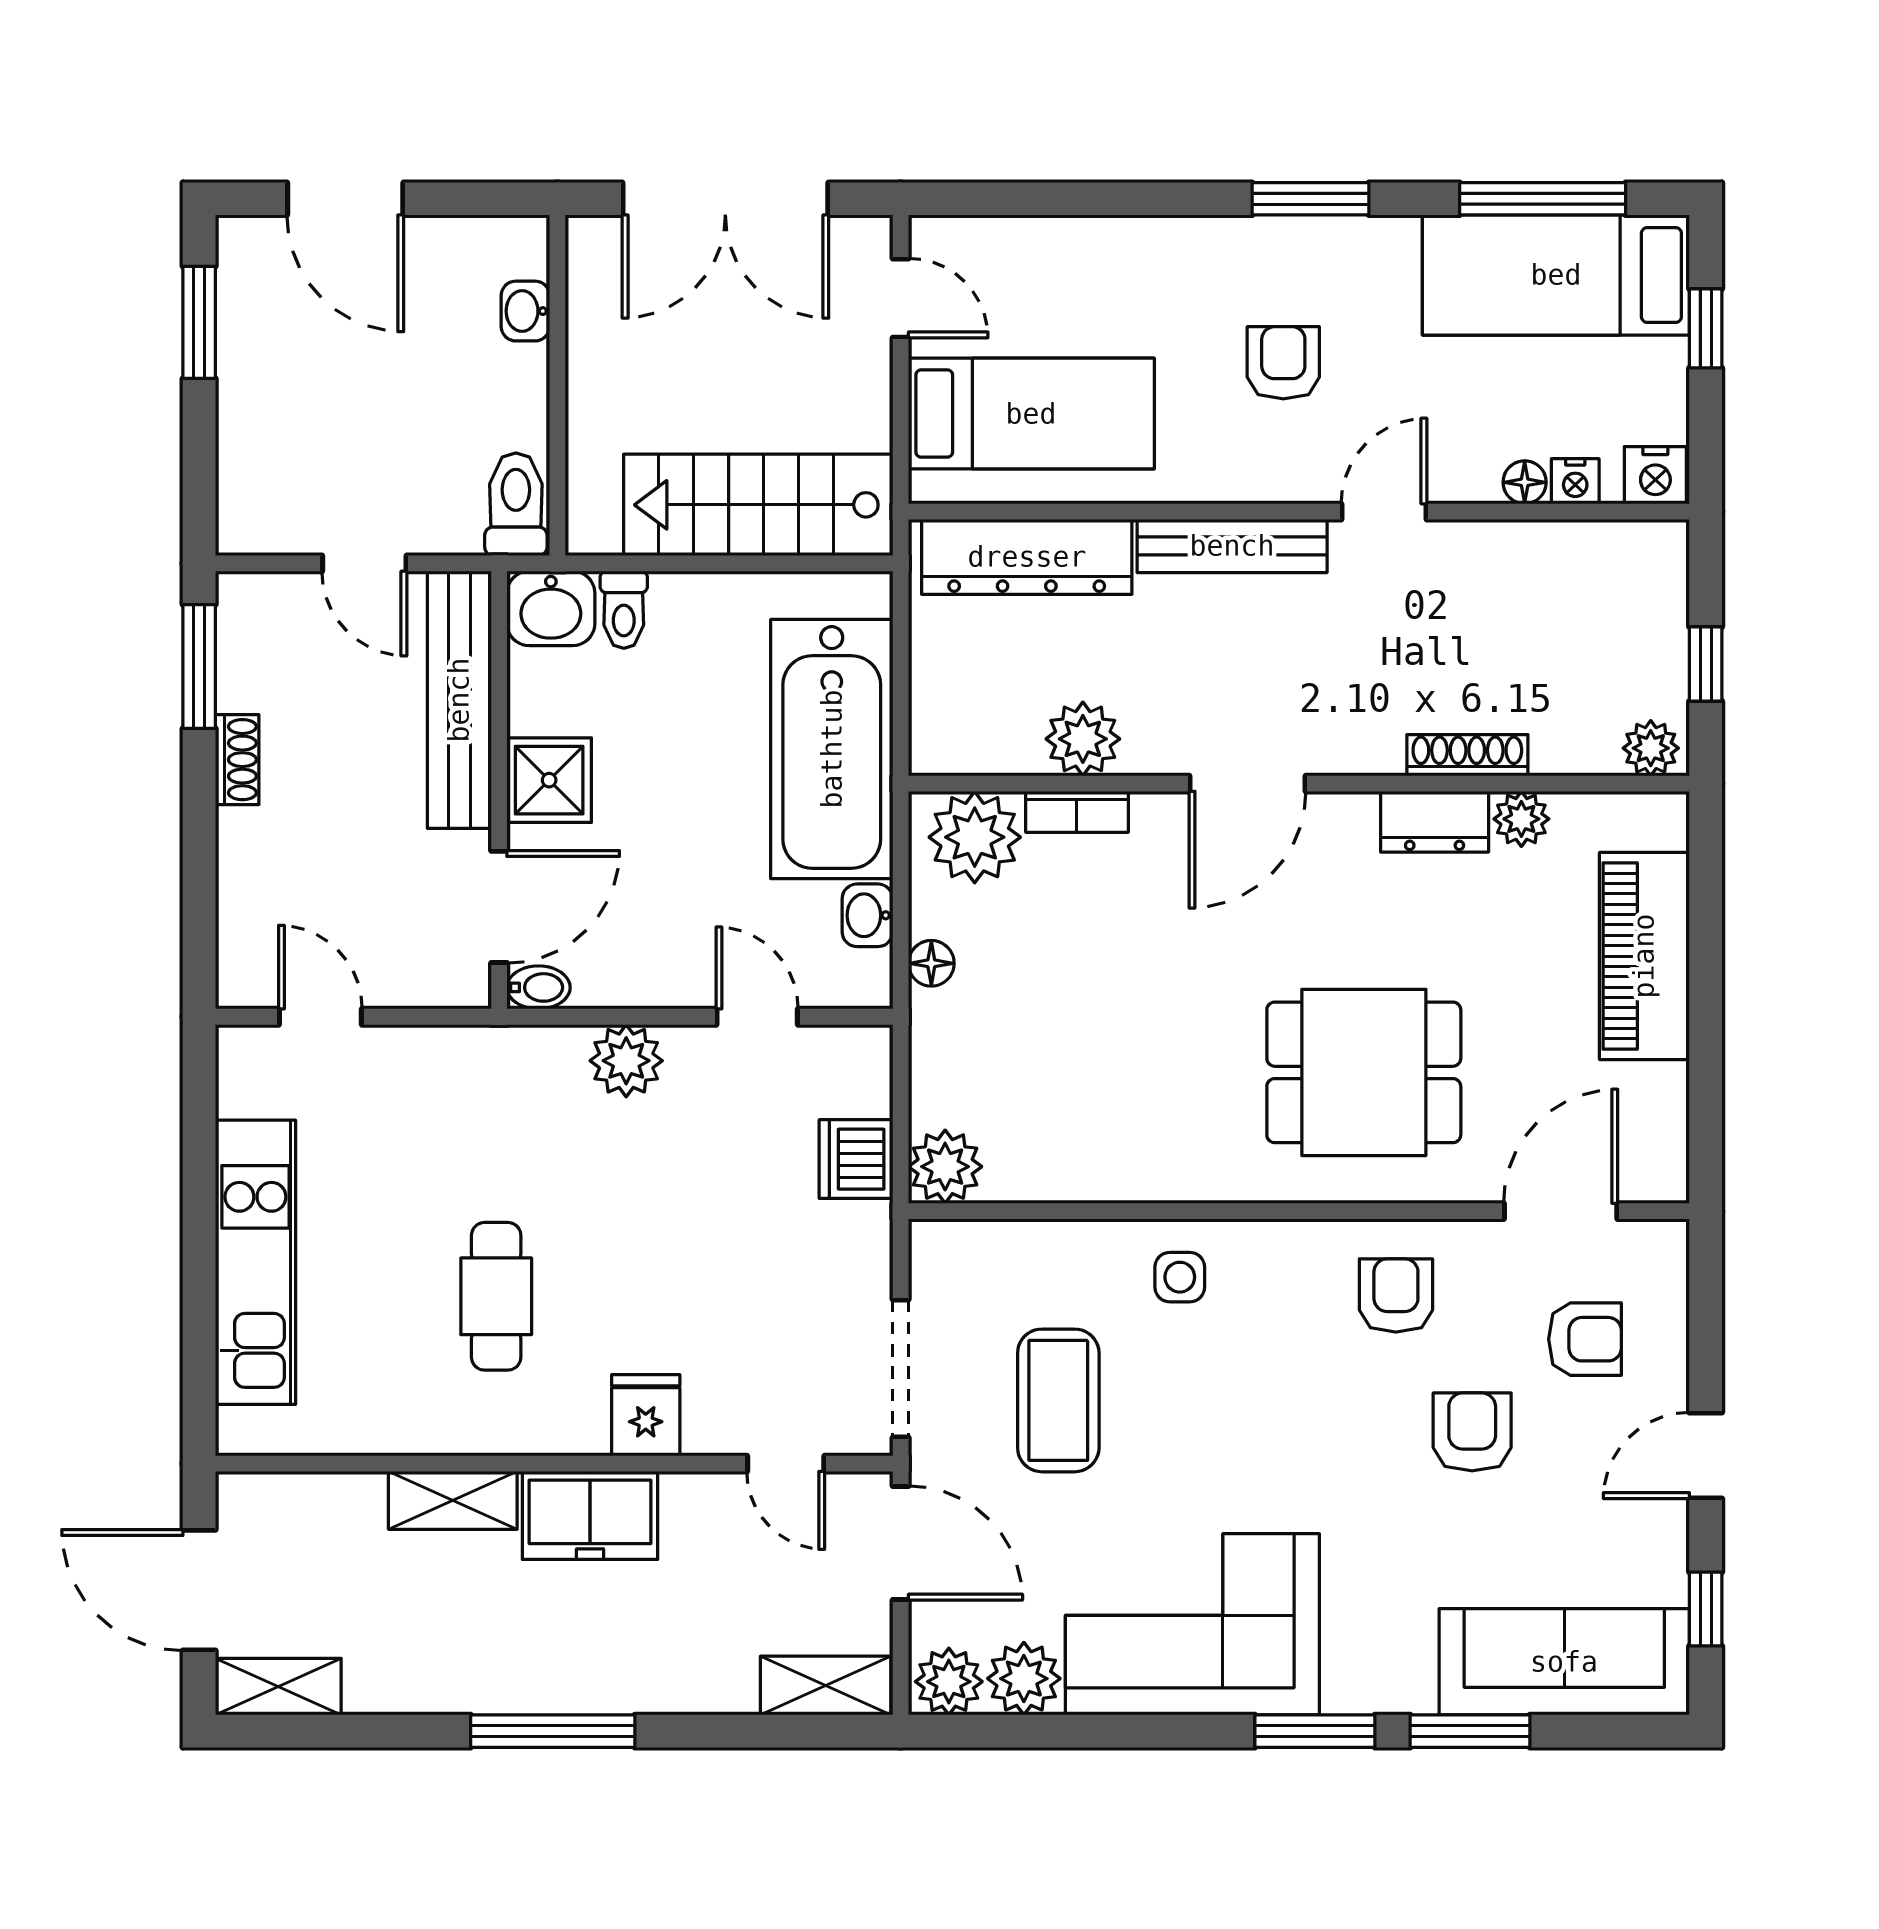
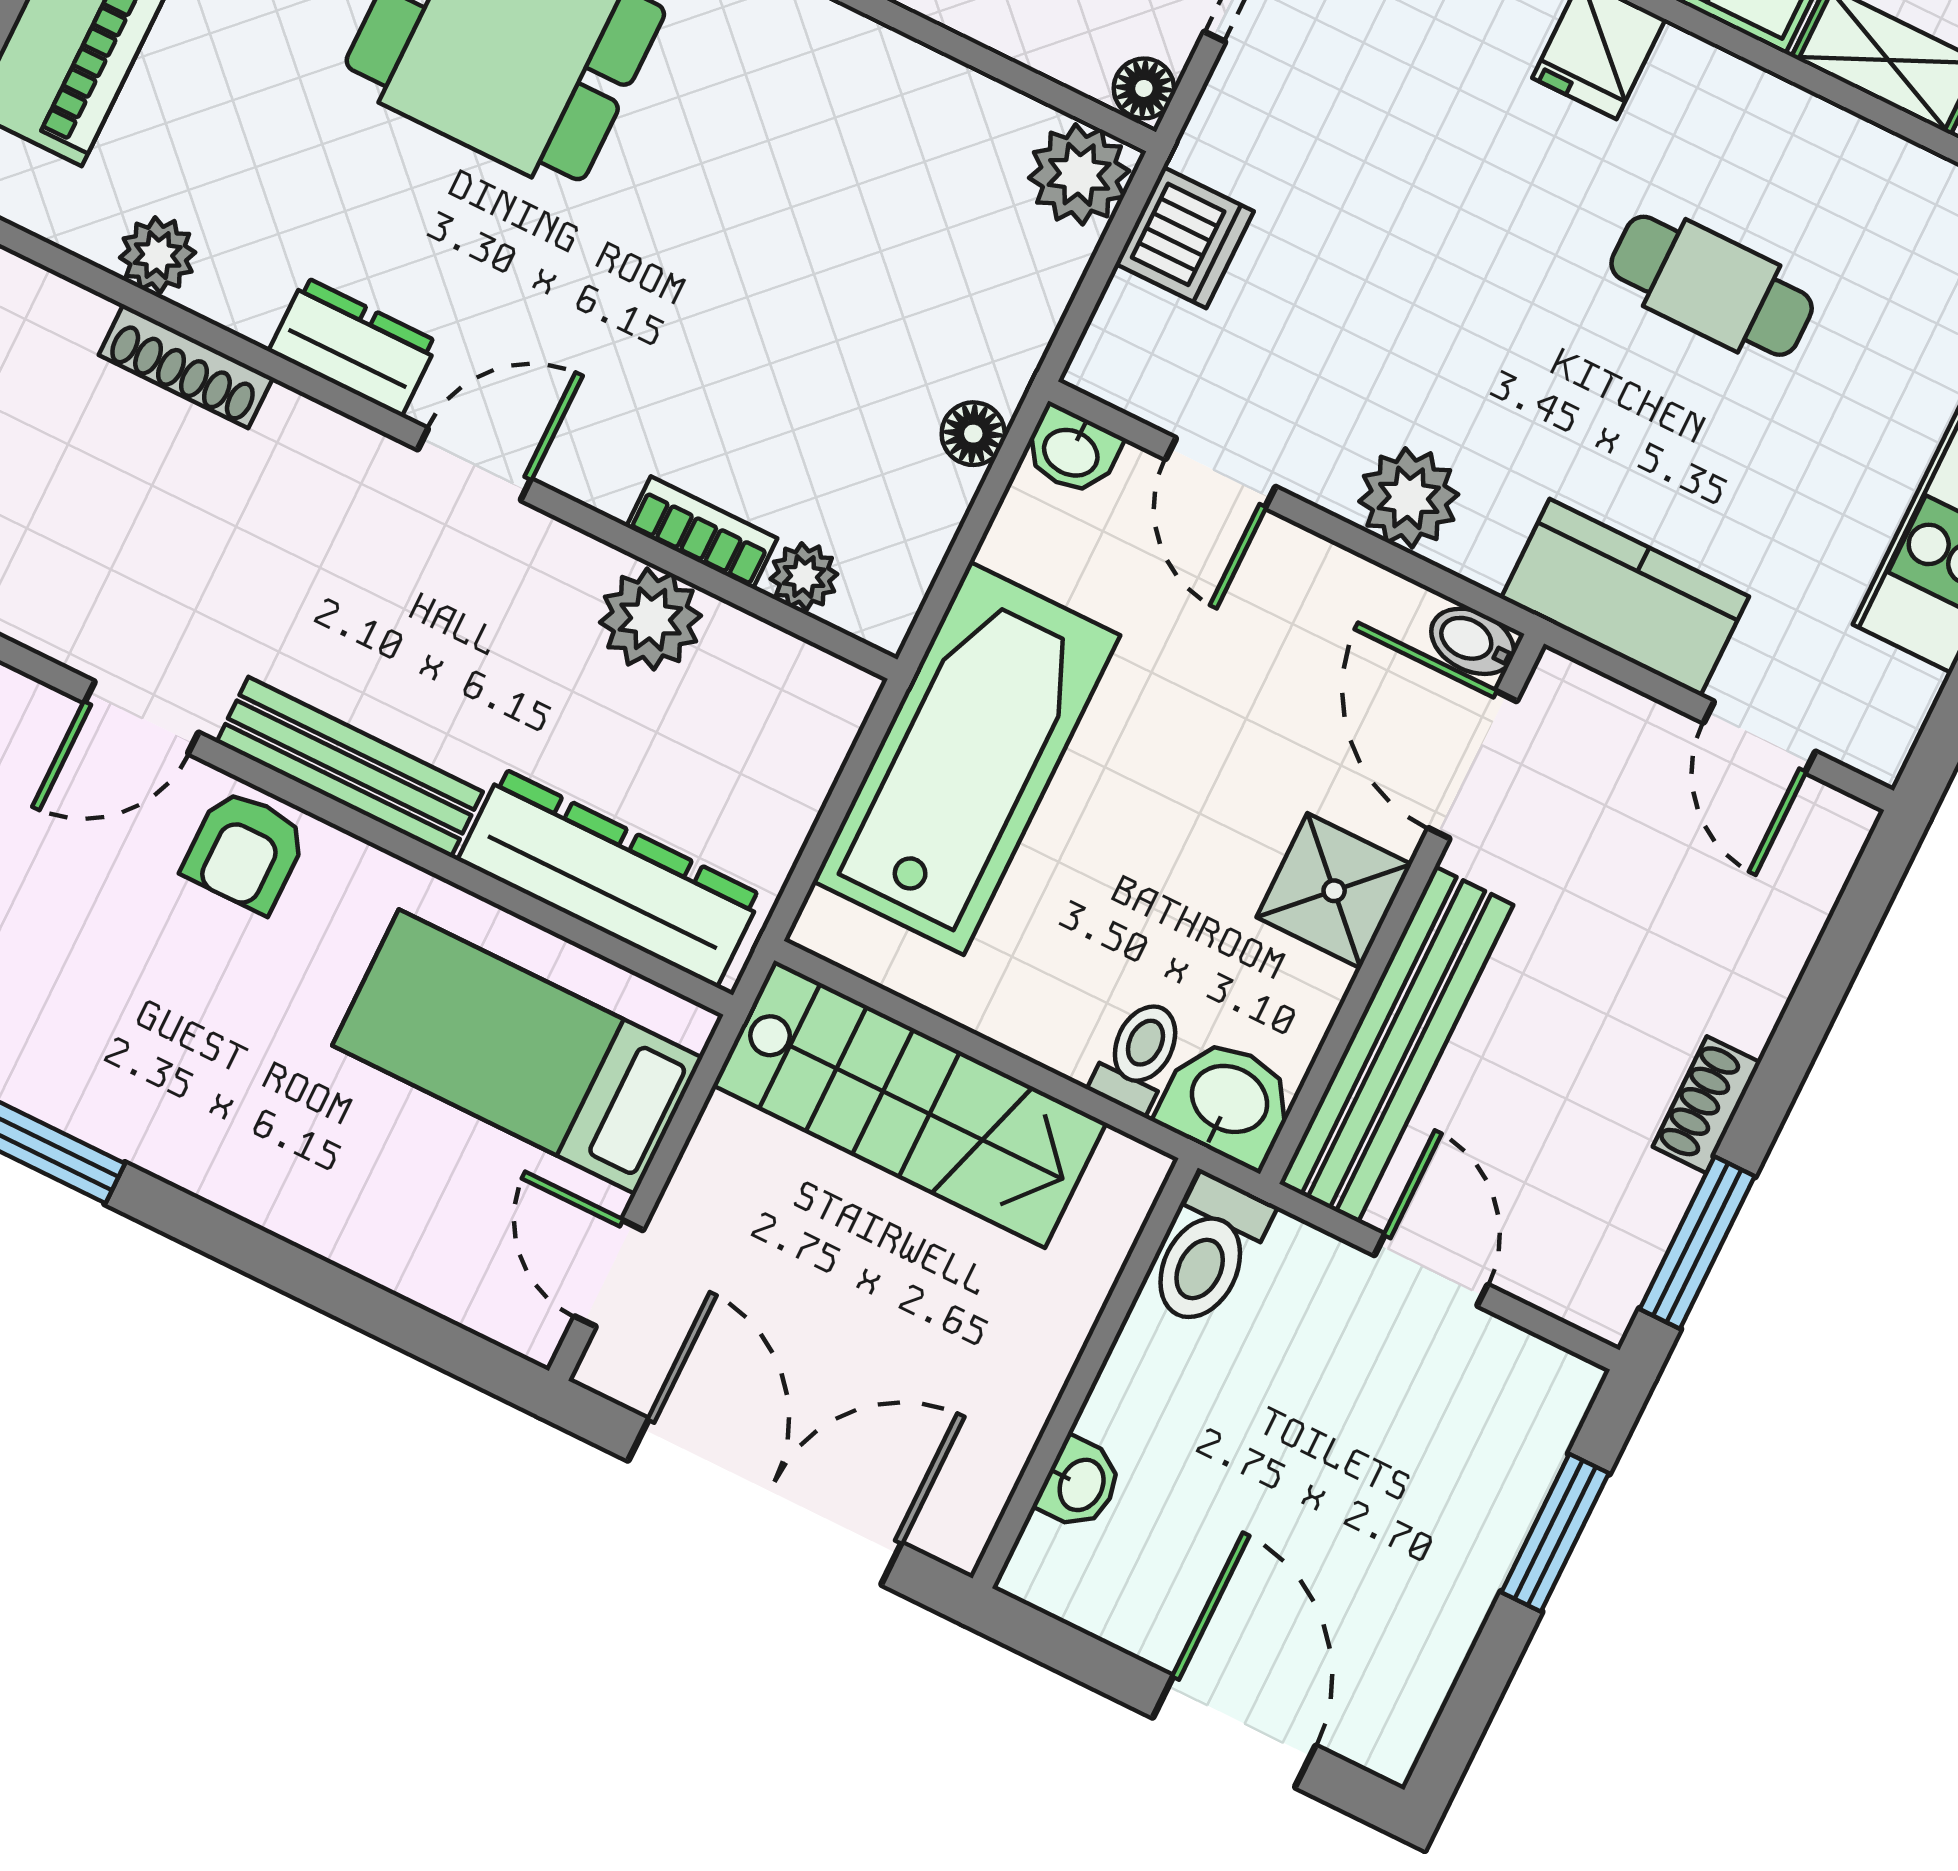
window: (199, 322) -> (1555, 1533), moved
armchair: (1283, 363) -> (245, 851), moved
door: (1247, 784) -> (474, 464), width x0.73
dresser: (1435, 822) -> (353, 347), moved
plant: (975, 837) -> (804, 577), width x0.53, depth x0.53
door: (499, 907) -> (1473, 765), hinge flipped
washbasin: (867, 915) -> (1072, 451), moved, turned 90
kitchen counter: (453, 1065) -> (1625, 597), added
floor lamp: (930, 1244) -> (1144, 88), added
cafe table: (496, 1296) -> (1712, 286), turned 90

